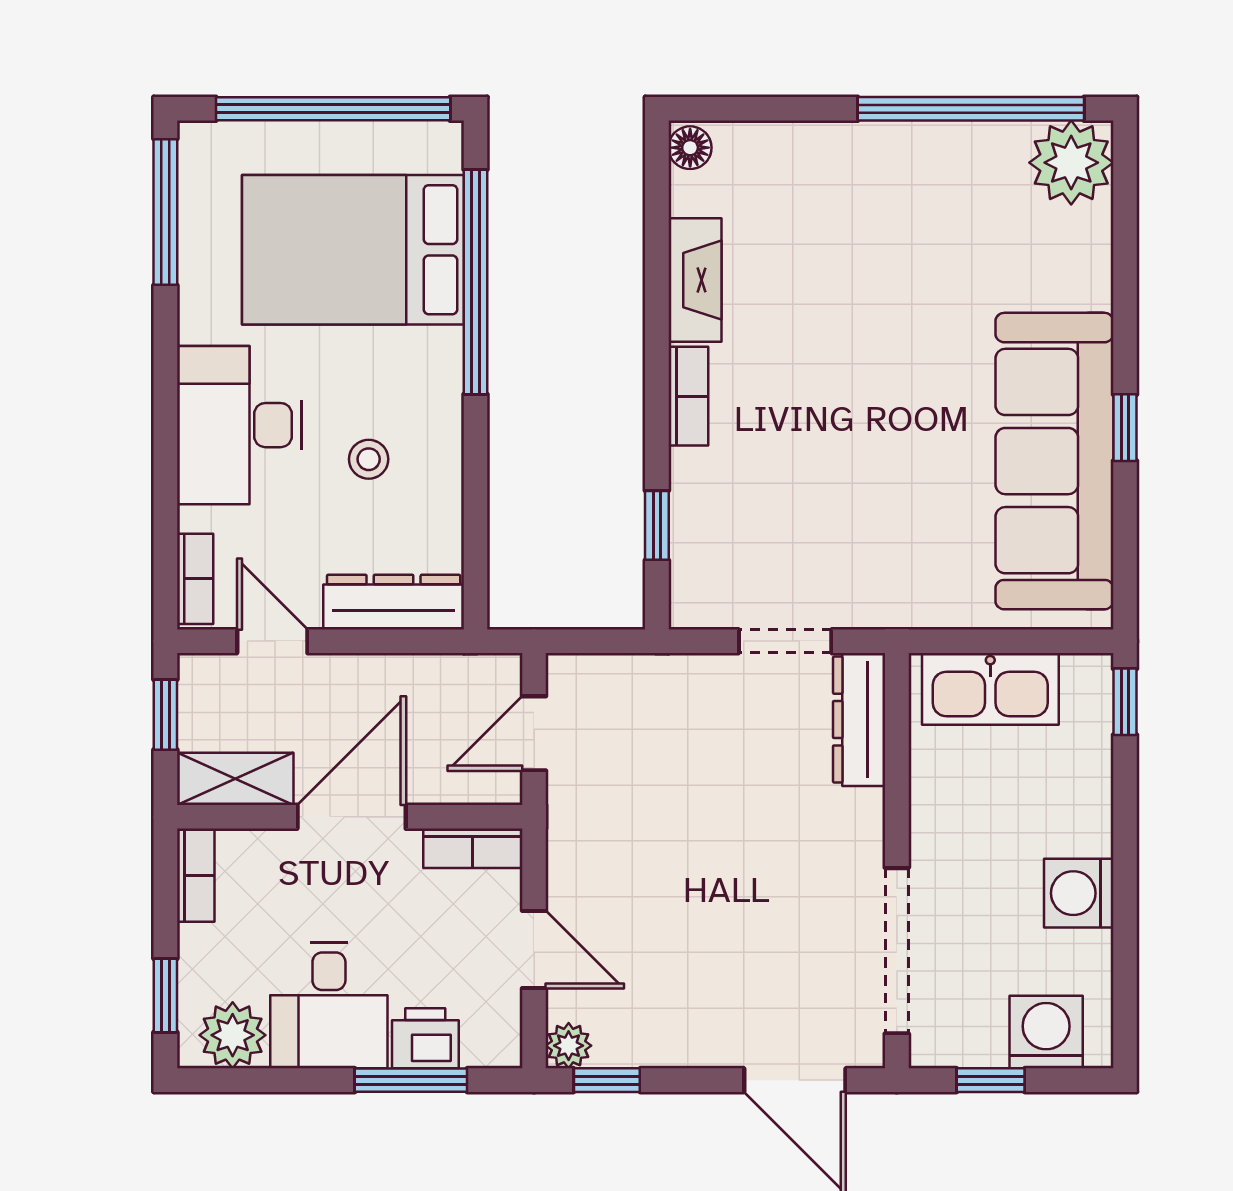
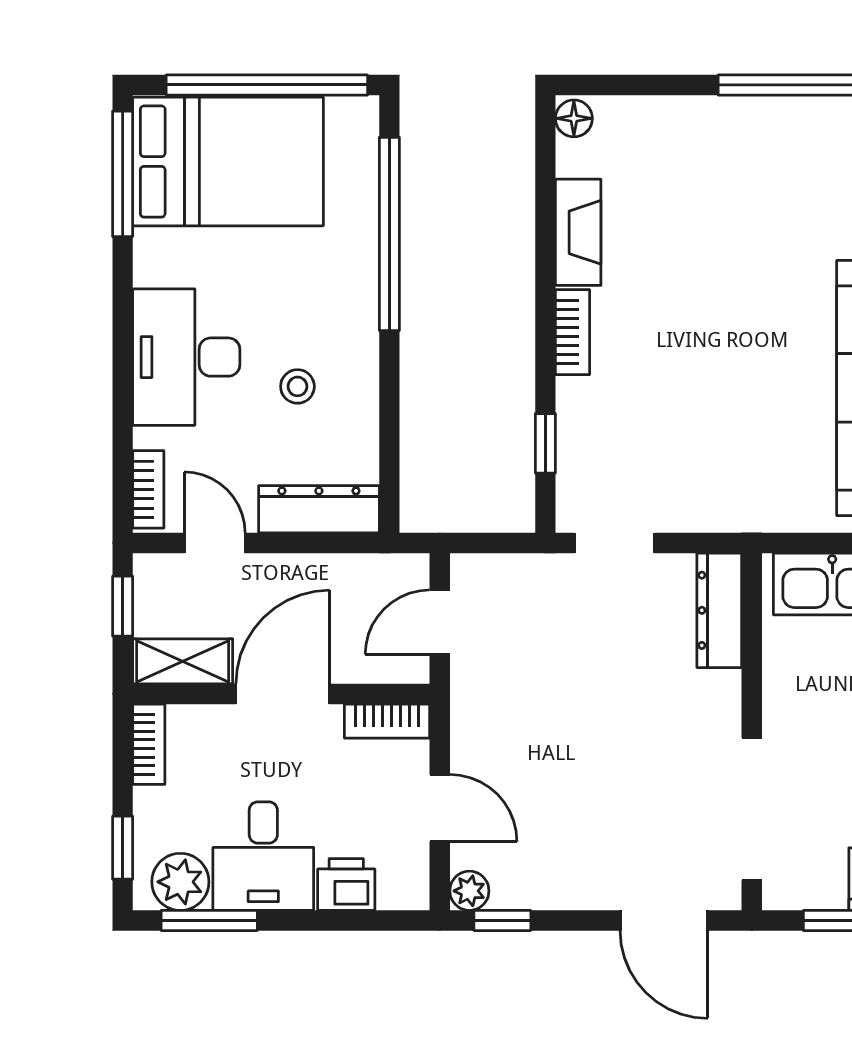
bed: (353, 250) -> (228, 162), moved, turned 180
doorway: (785, 641) -> (615, 543), moved
window: (411, 1080) -> (209, 920), moved

